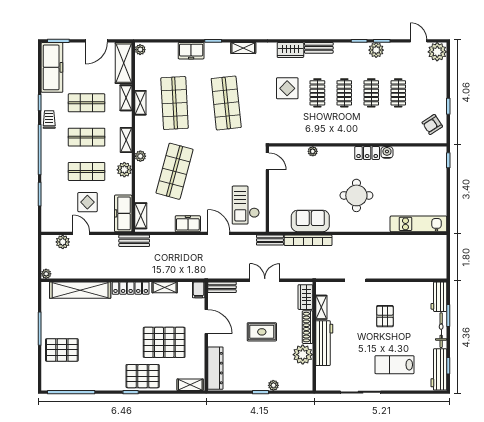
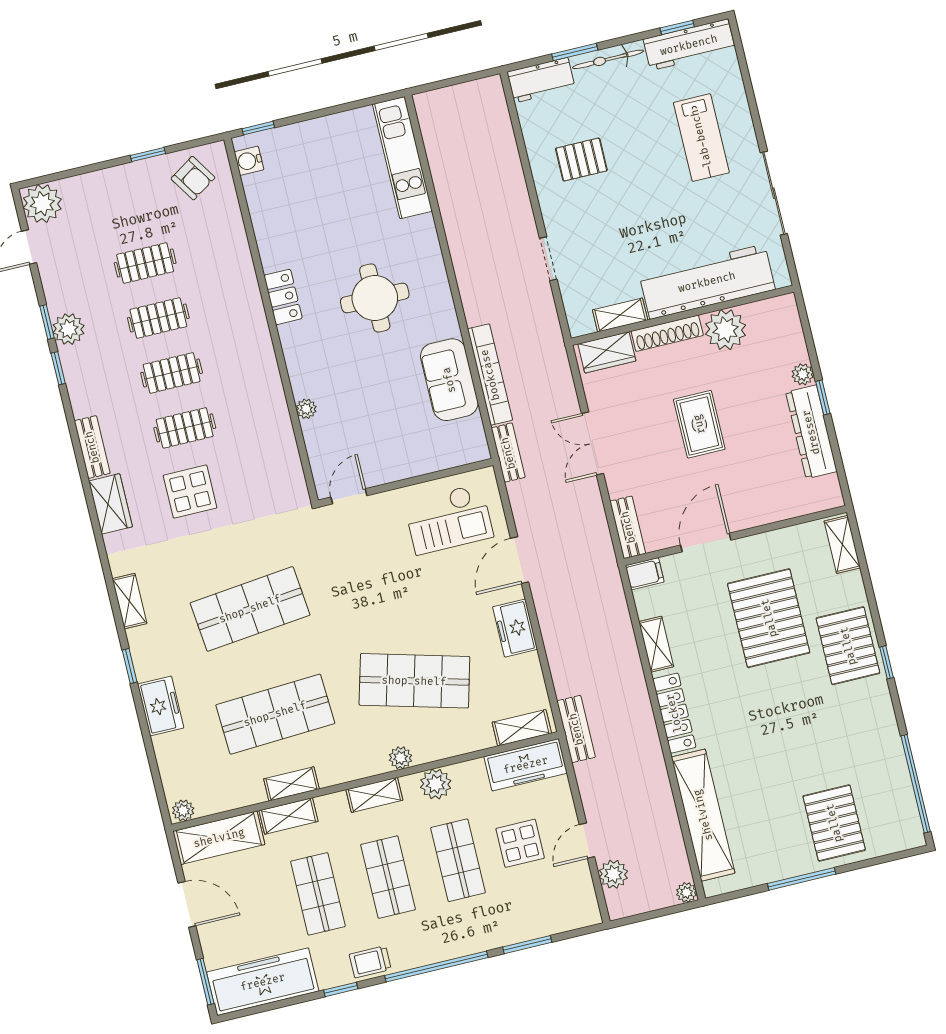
water cooler: (387, 152) -> (249, 161), moved
pallet: (385, 316) -> (581, 160), moved
workbench: (324, 343) -> (707, 282), width x1.36, depth x1.32
dresser: (215, 368) -> (811, 432), moved, turned -90

